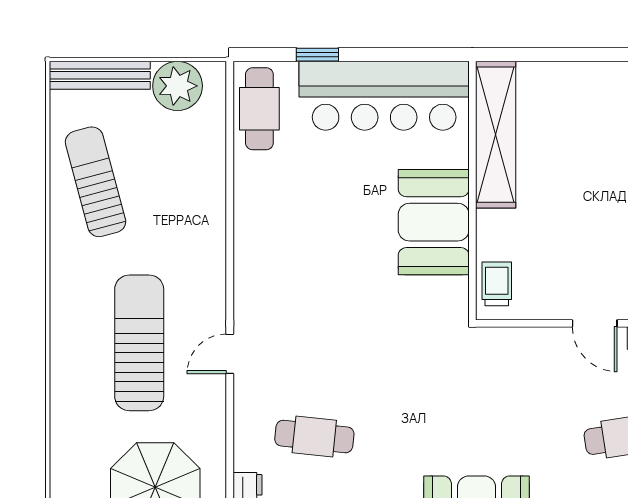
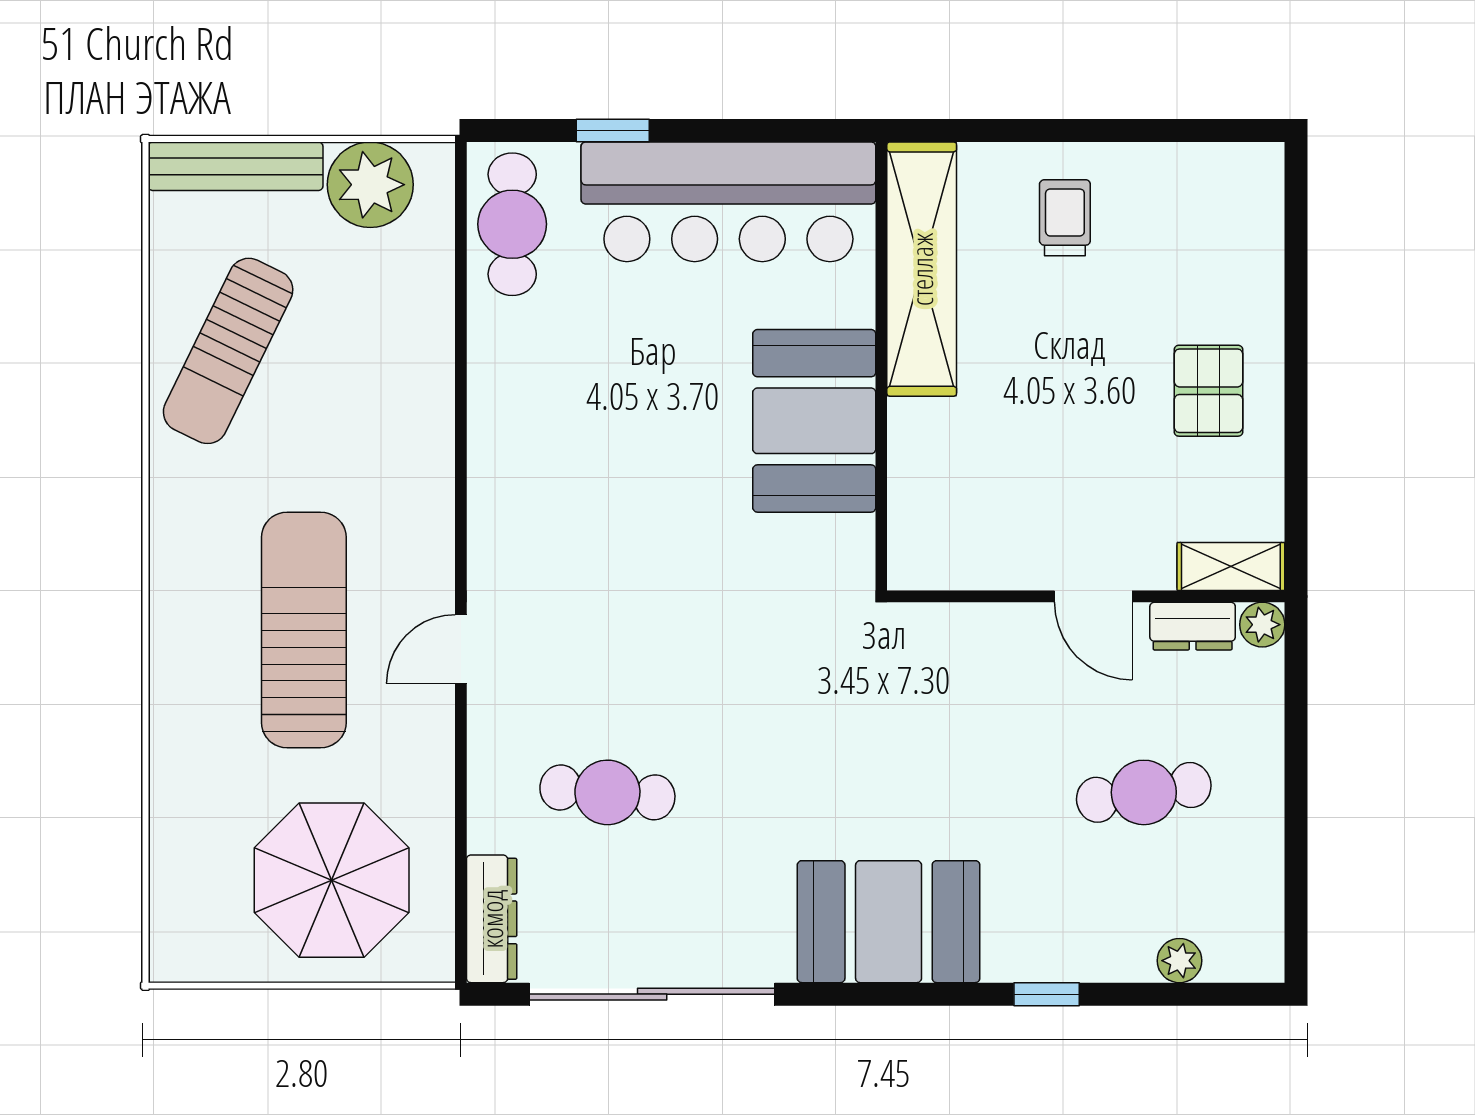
sun lounger: (96, 182) -> (228, 351), turned -139
trolley: (497, 284) -> (1065, 218), moved

